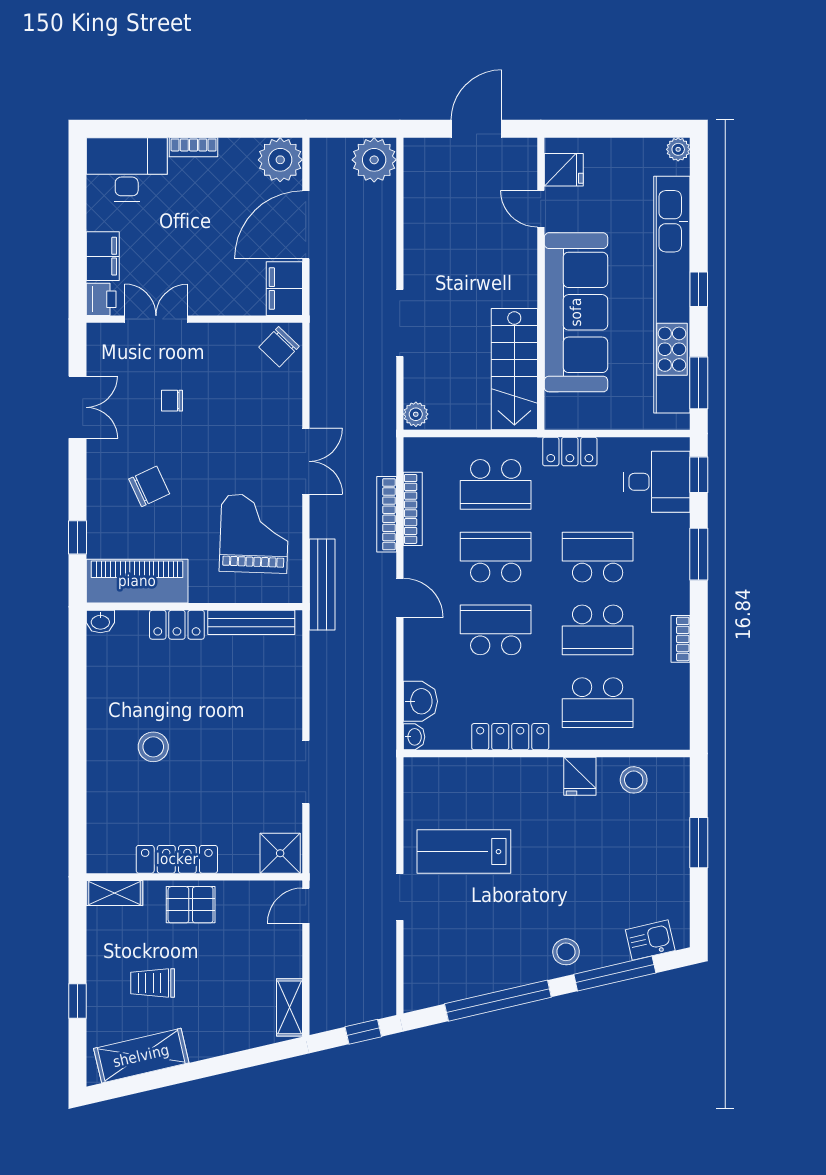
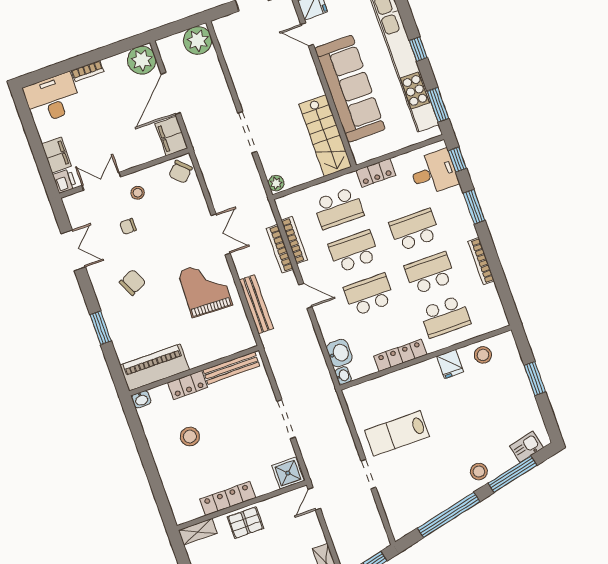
stool: (204, 355) -> (138, 193), added
window: (78, 537) -> (101, 328), width x1.50
piano: (137, 581) -> (155, 368), moved
wall: (194, 607) -> (194, 371), moved
washbasin: (100, 622) -> (141, 399), moved
bench: (251, 622) -> (231, 368), moved
locker: (177, 625) -> (188, 385), moved
school desk: (598, 630) -> (430, 273), turned 180
bookcase: (681, 639) -> (481, 261), width x1.56

